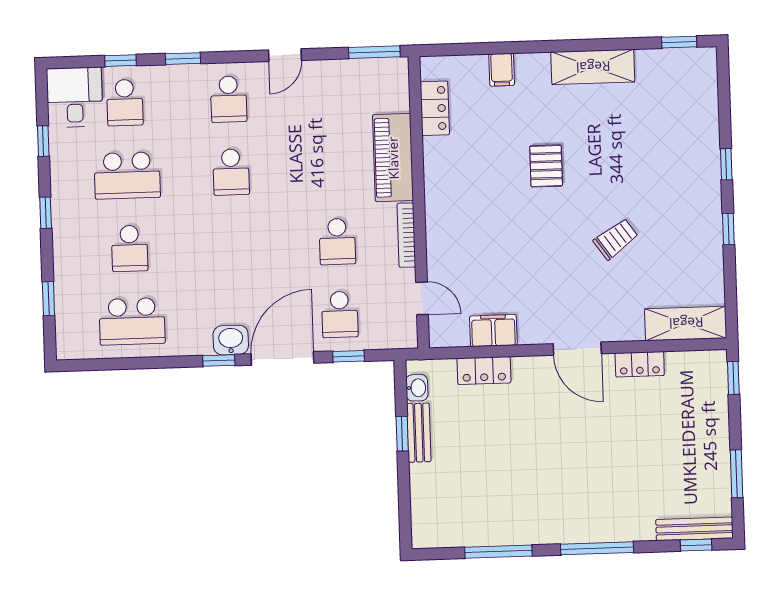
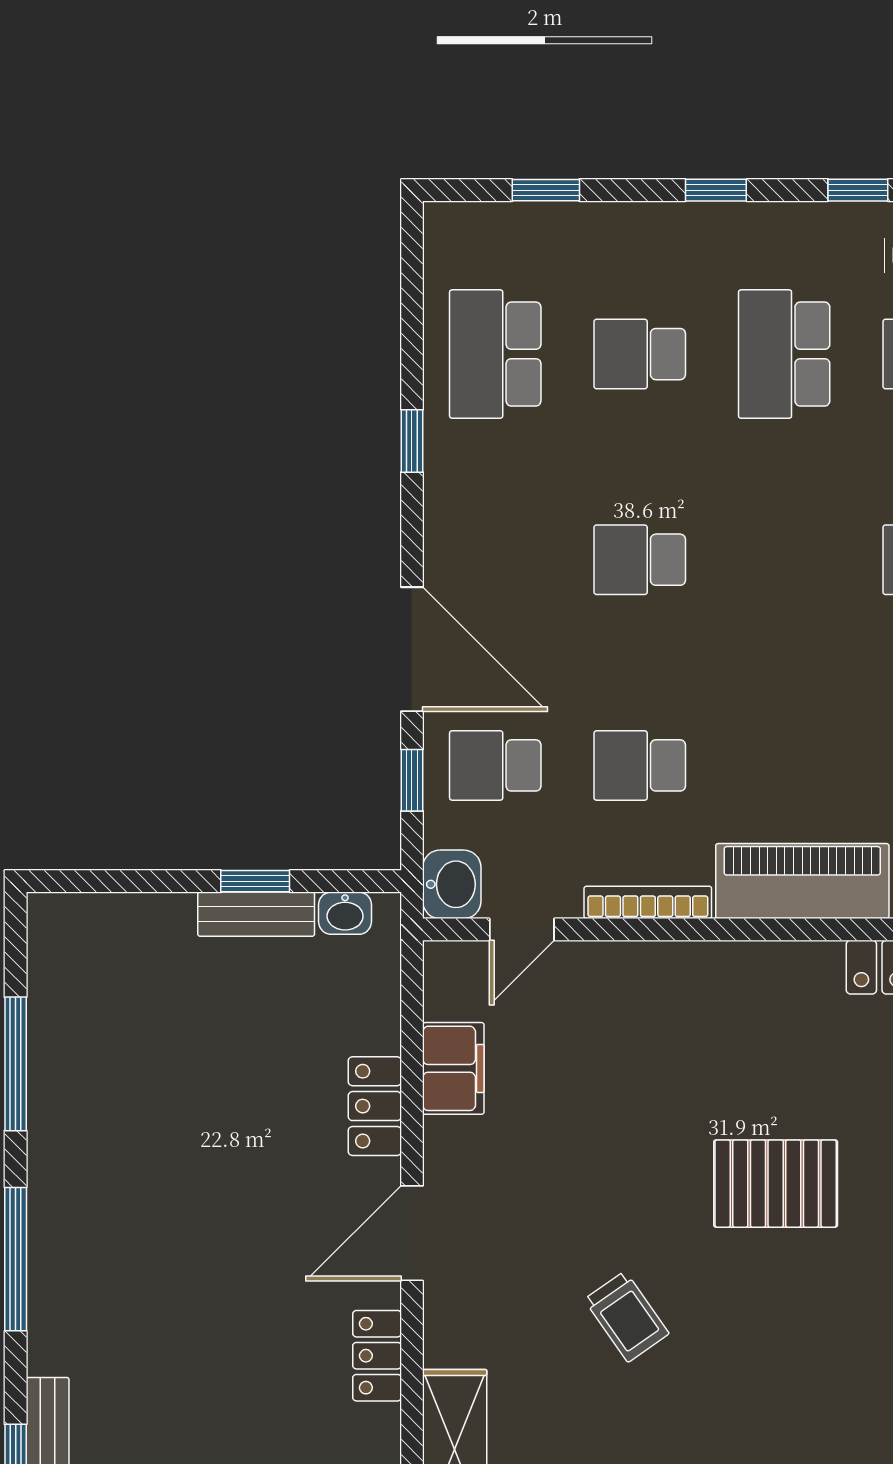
pallet: (546, 166) -> (776, 1184), width x1.50, depth x1.42
school desk: (231, 172) -> (640, 560), moved
washbasin: (231, 340) -> (452, 884), moved
window: (219, 361) -> (412, 441), moved
locker: (484, 371) -> (375, 1106), moved

